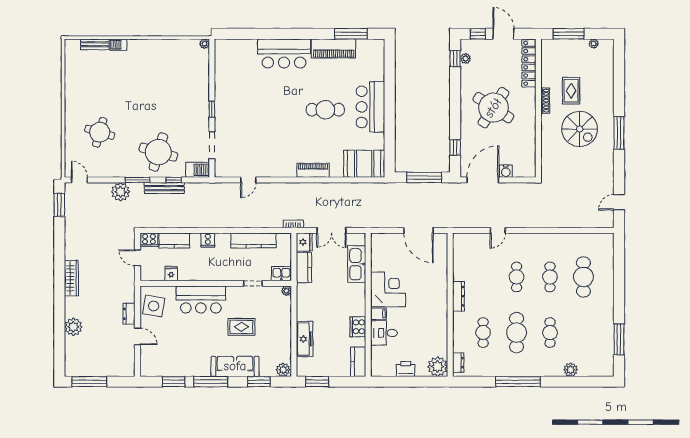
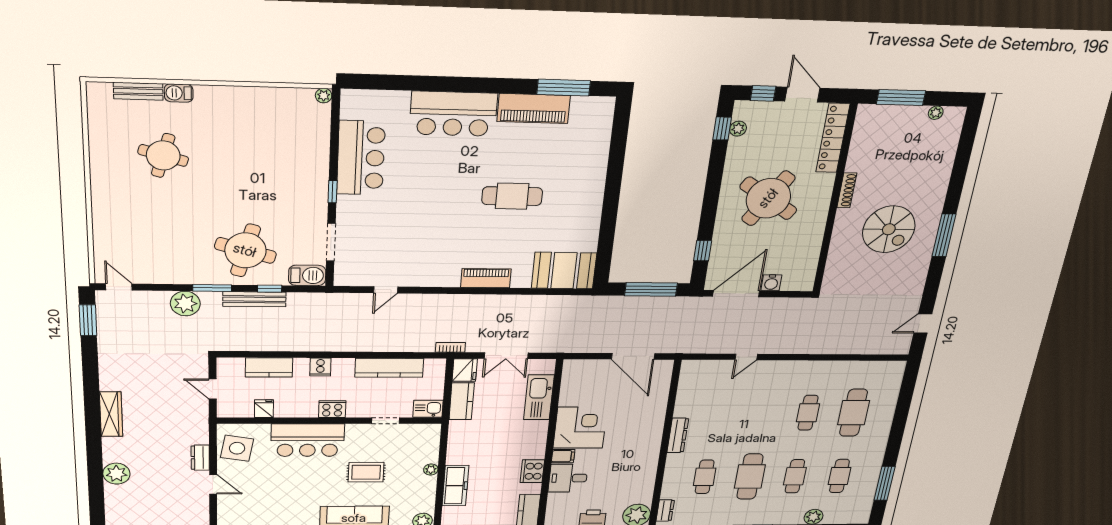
rug: (571, 91) -> (888, 178), removed
bar counter: (370, 107) -> (361, 158), moved, turned 180
round table: (100, 132) -> (163, 155), moved
cooker: (149, 240) -> (332, 409), moved, turned 180
cafe table: (517, 277) -> (839, 476), moved
plant: (286, 291) -> (431, 470), moved

